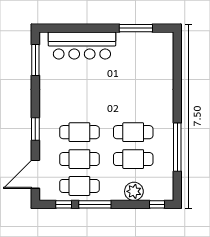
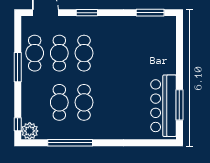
bar counter: (82, 46) -> (163, 106), moved
plant: (134, 191) -> (30, 131), moved
window: (64, 204) -> (18, 39), removed

